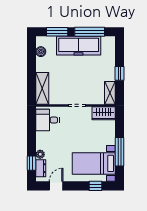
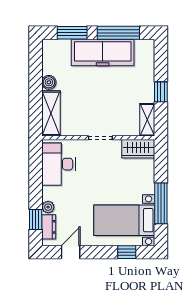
boiler: (41, 52) -> (49, 82), moved
desk: (48, 120) -> (59, 164), width x1.37

